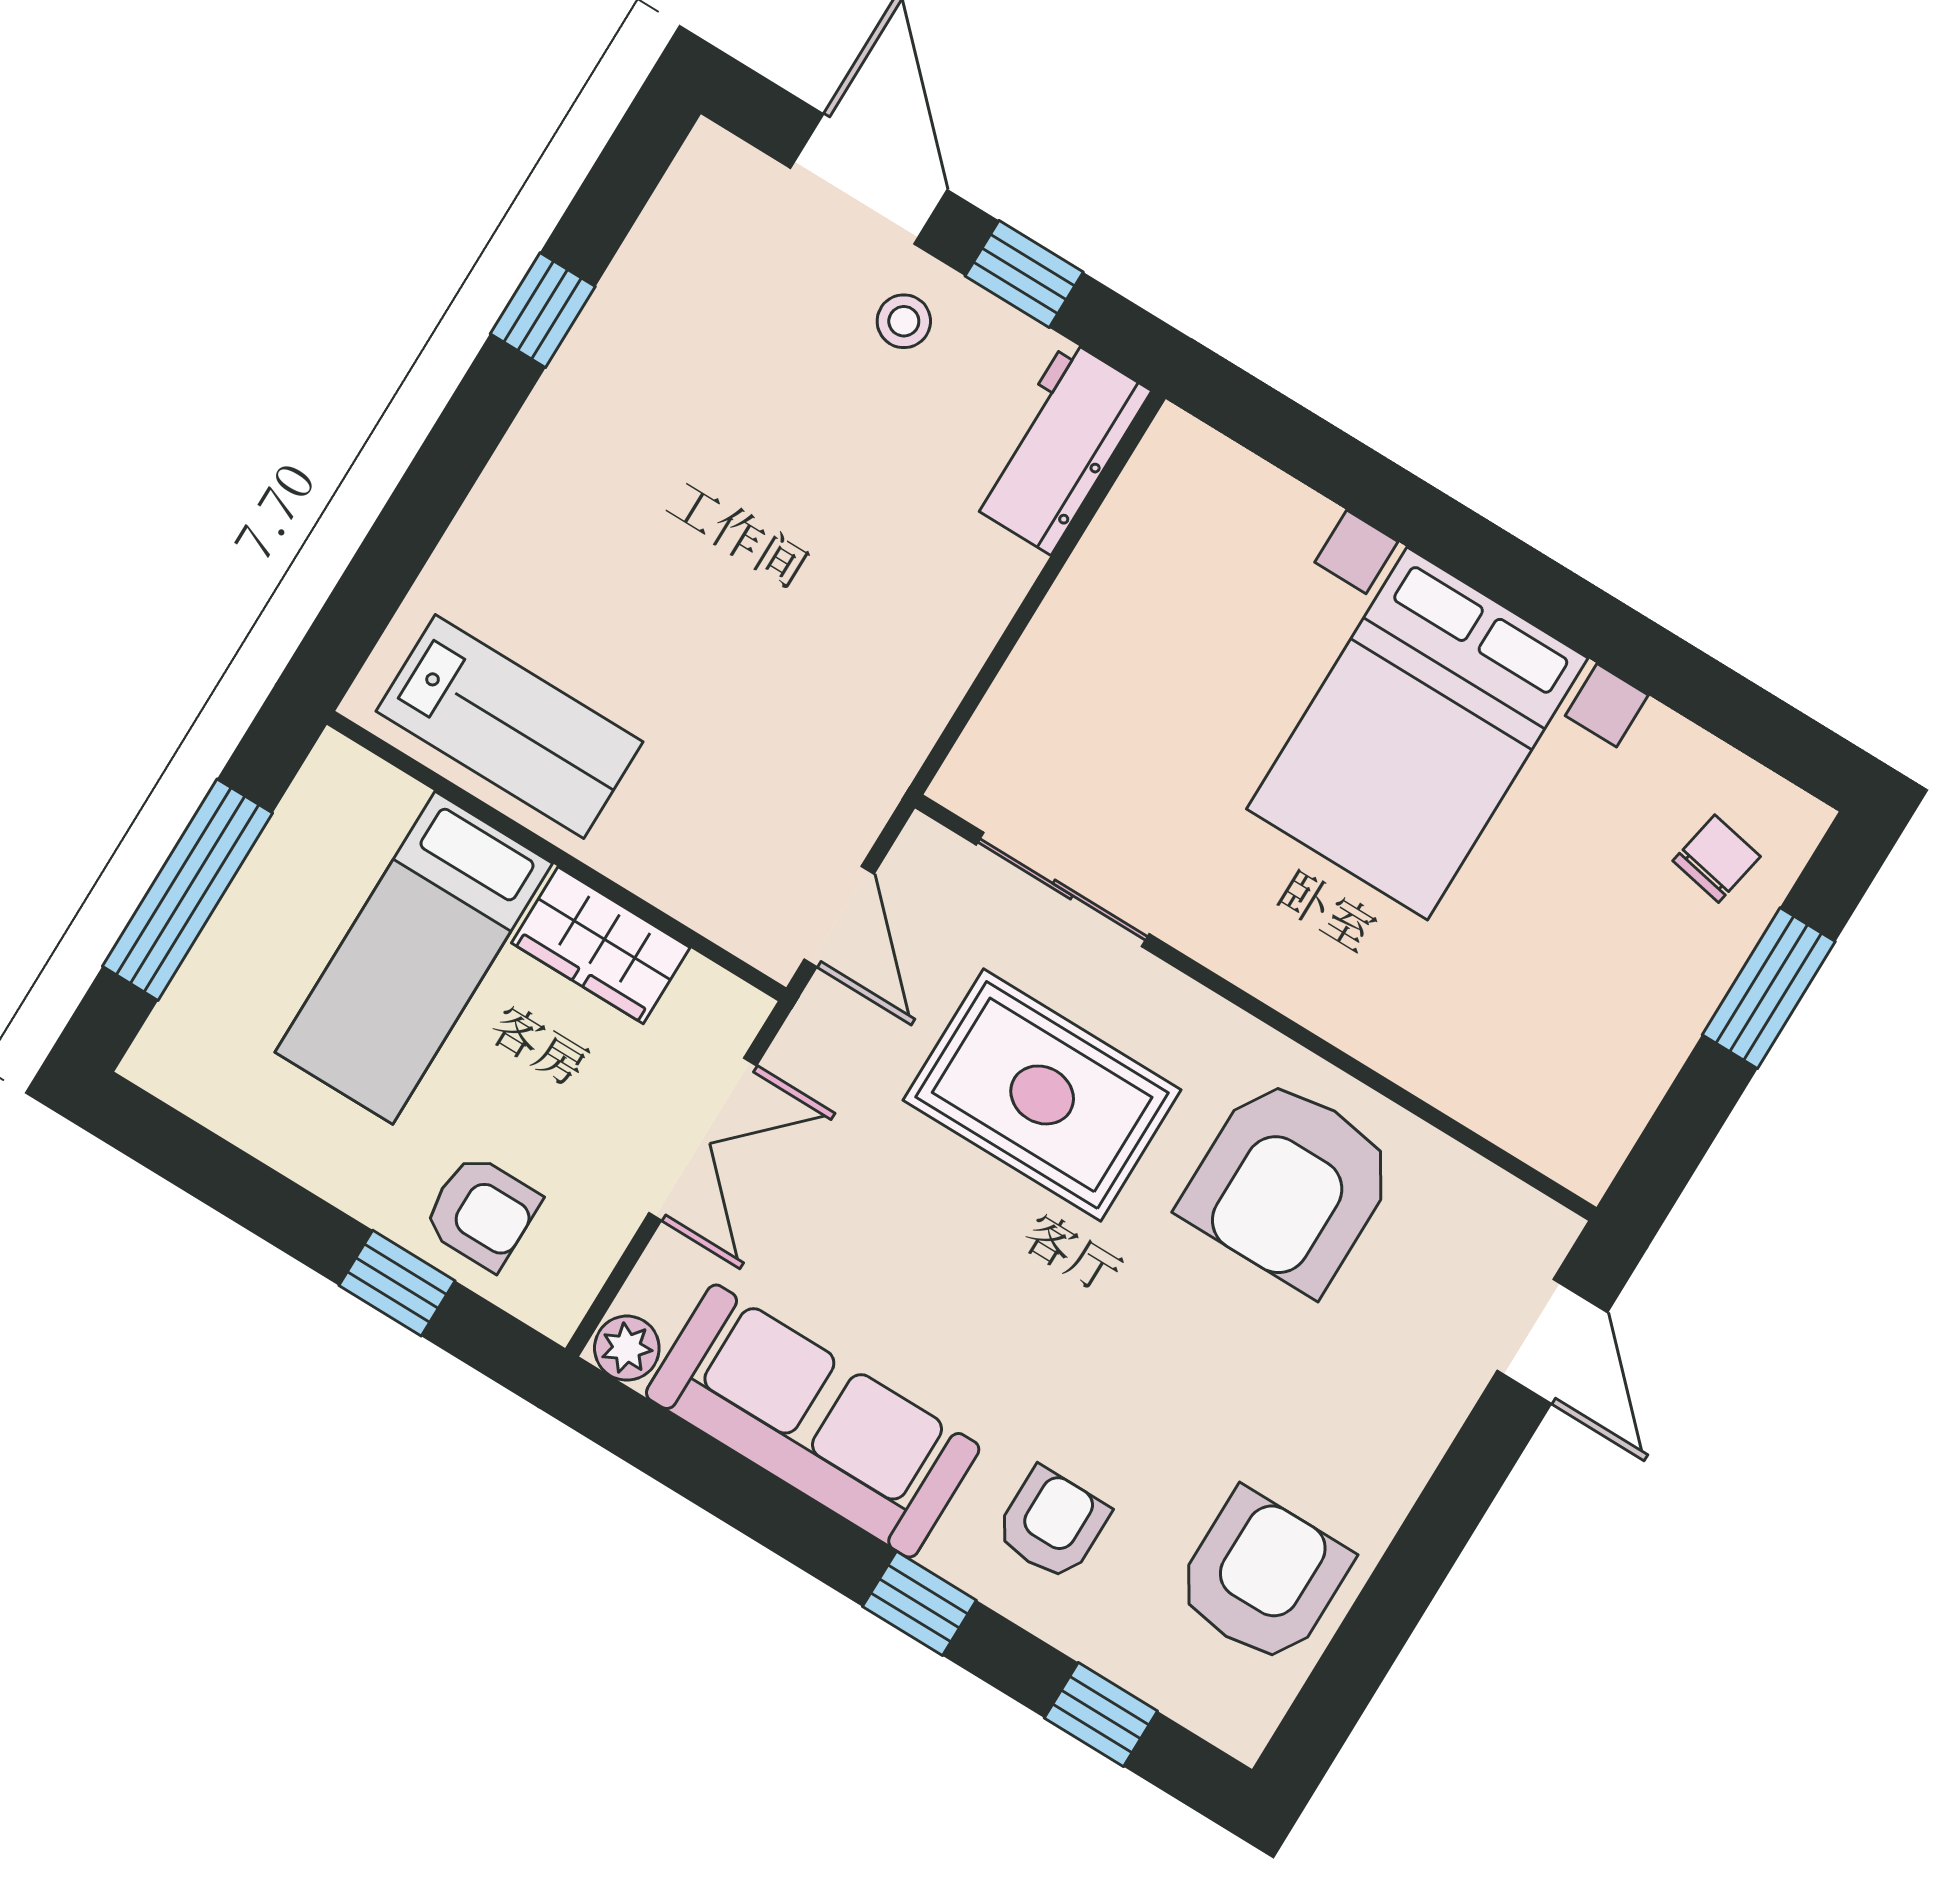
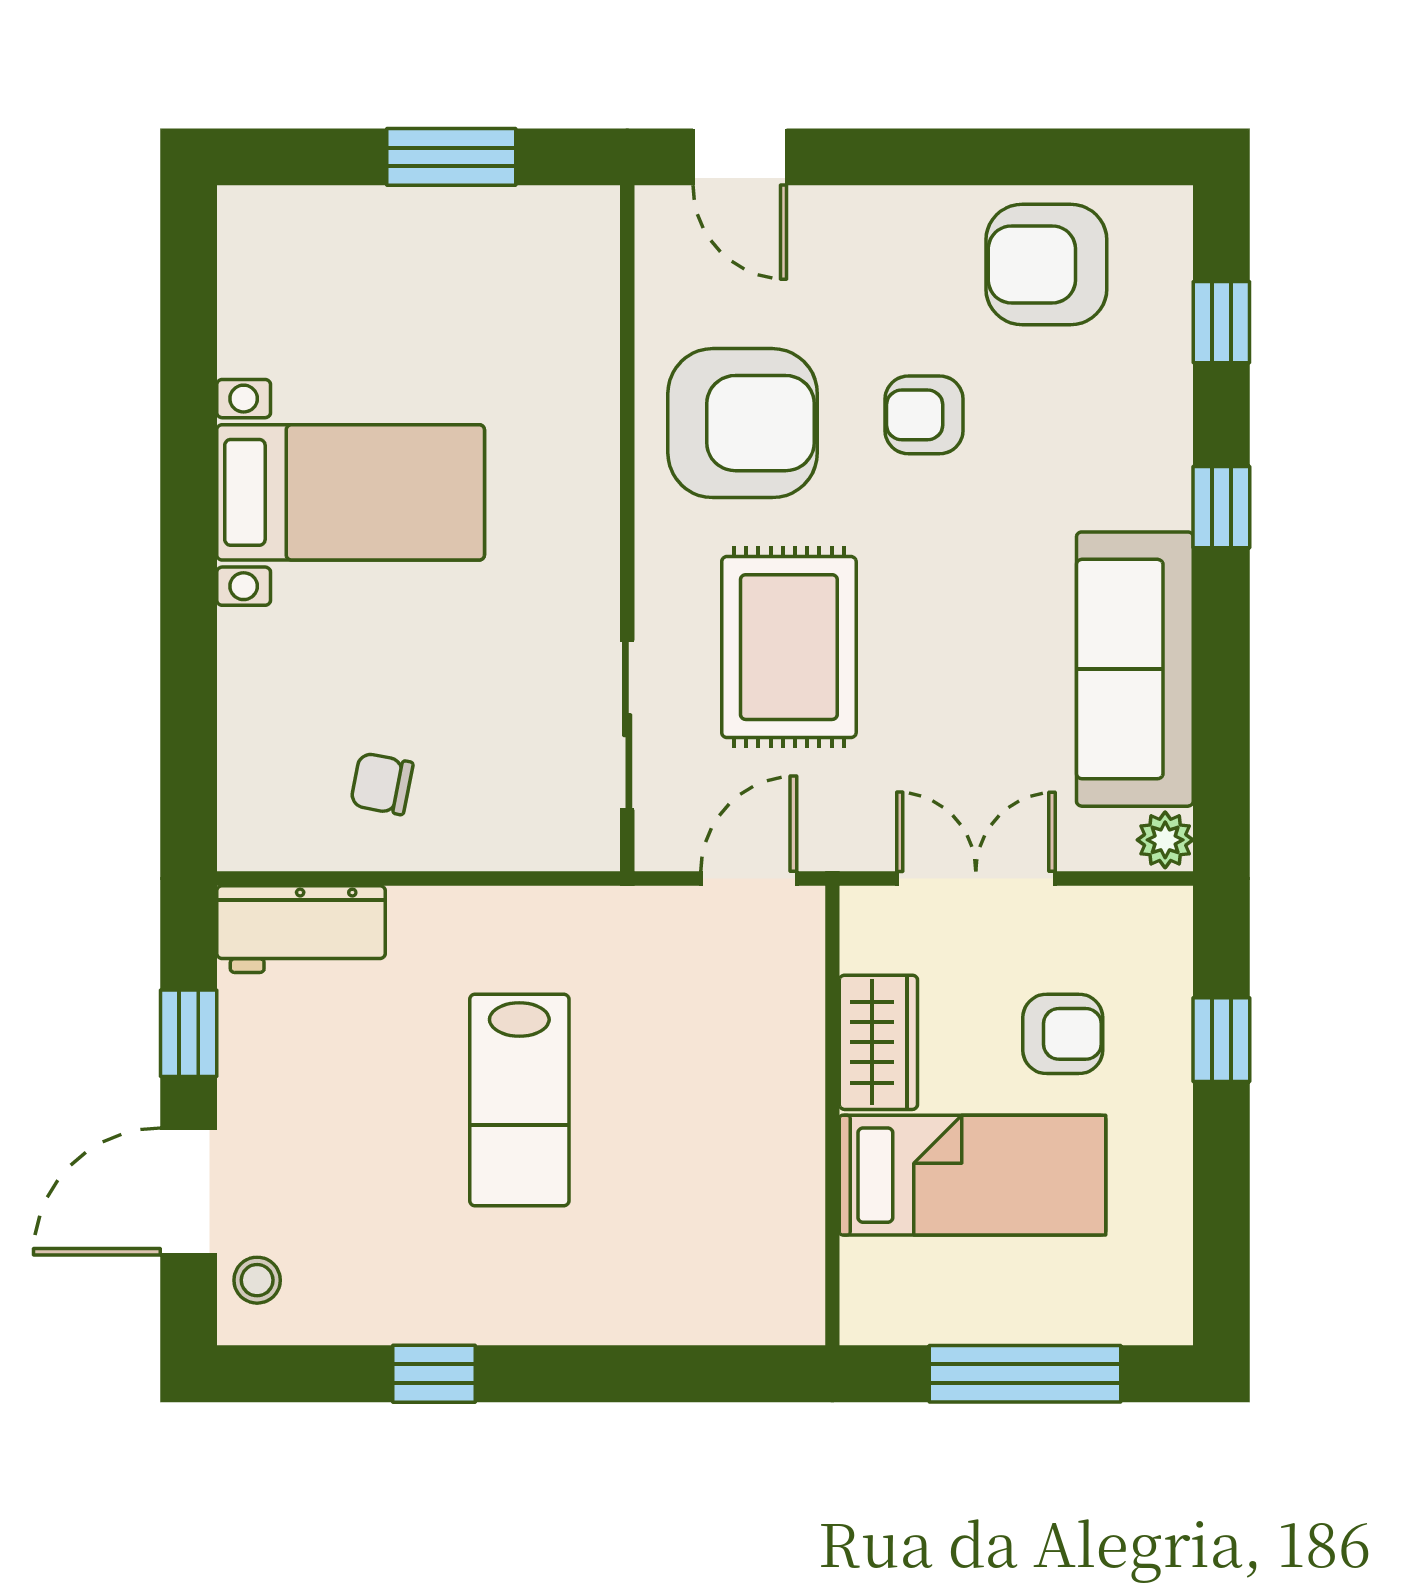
stool: (904, 321) -> (257, 1280), moved
lab bench: (509, 727) -> (519, 1100), moved, turned 180
bed with nightstands: (1417, 734) -> (351, 492), width x0.73
chair: (1717, 859) -> (382, 784), moved
window: (1769, 988) -> (451, 157), moved
armchair: (482, 1212) -> (1063, 1034), moved, turned 90
door: (1552, 1341) -> (740, 157), swing flipped
armchair: (1052, 1524) -> (924, 415), moved

